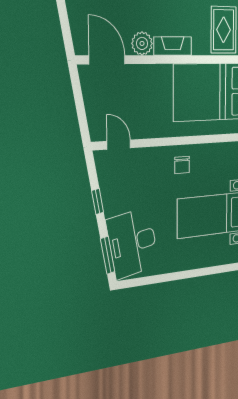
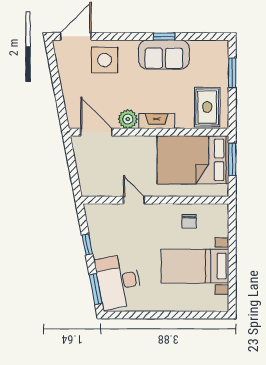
door: (119, 145) -> (134, 200), moved
chair: (182, 165) -> (189, 221), moved

